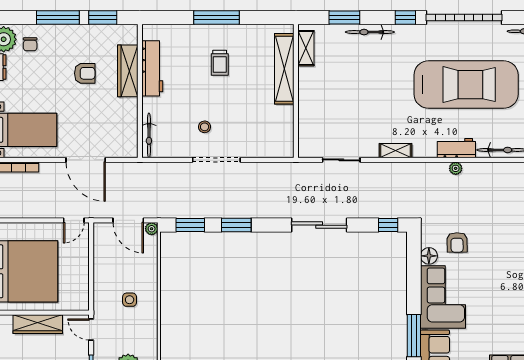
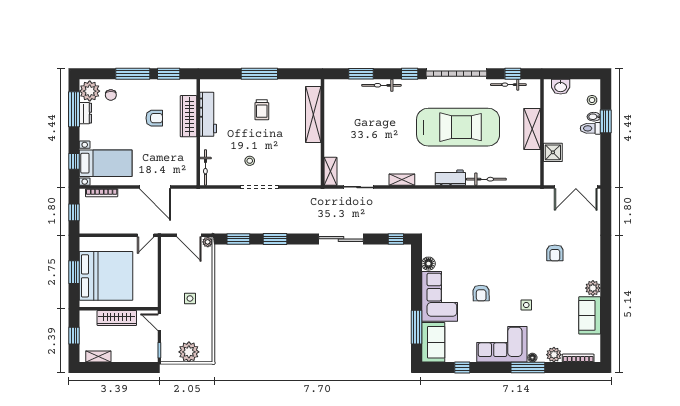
shelving: (306, 48) -> (331, 171), moved
plant: (456, 168) -> (450, 194), removed
armchair: (457, 242) -> (481, 293), moved

